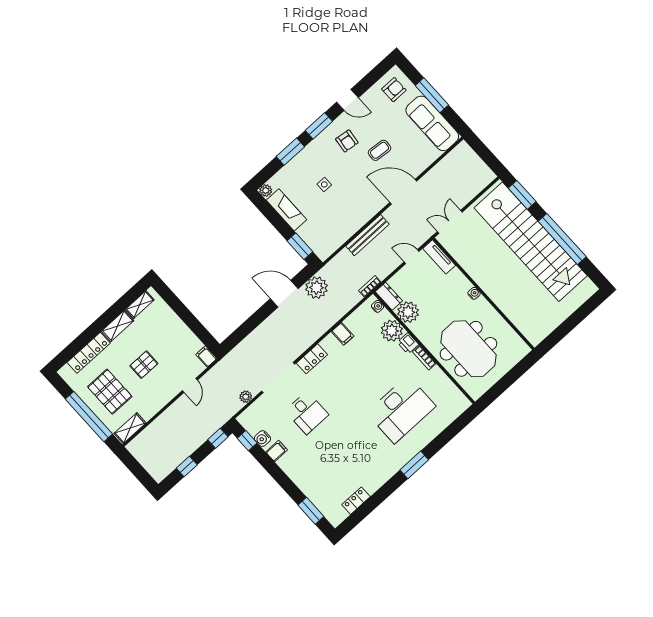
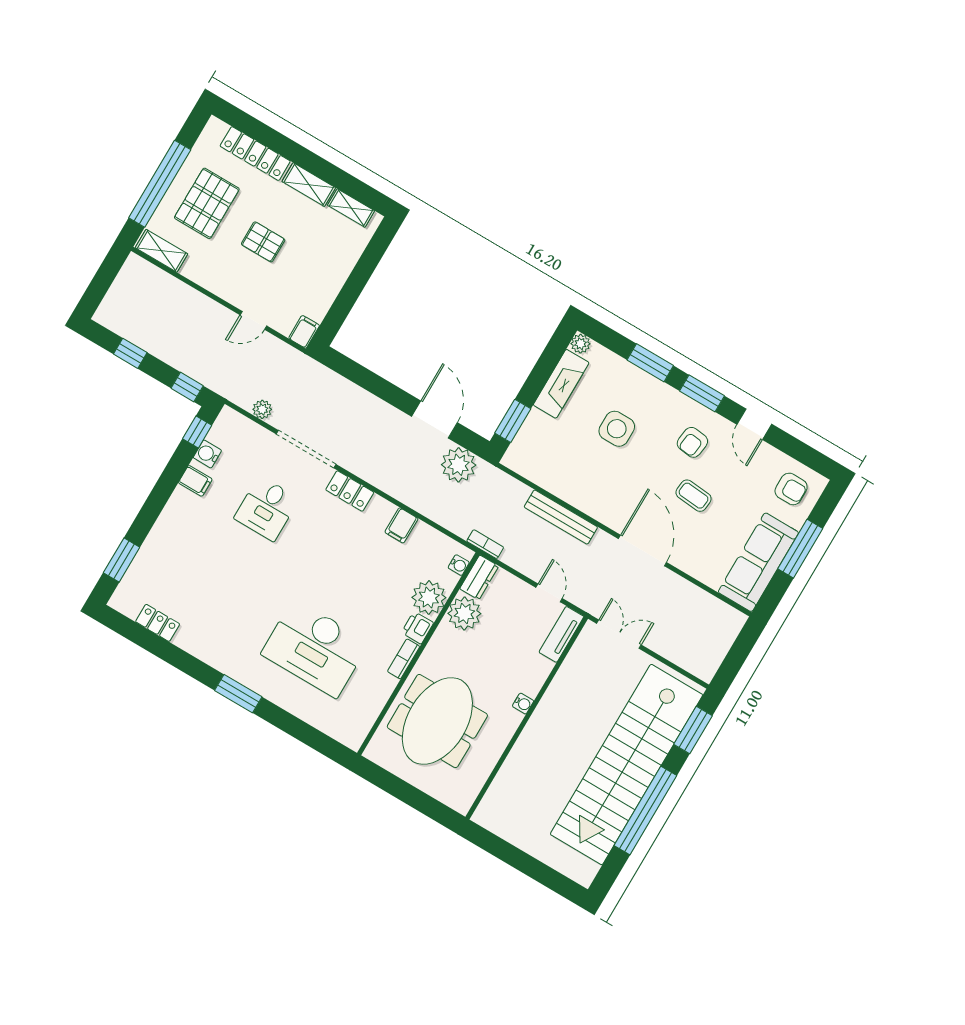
side table: (324, 184) -> (617, 429), width x1.87, depth x1.87

